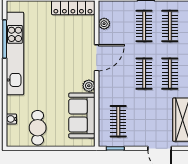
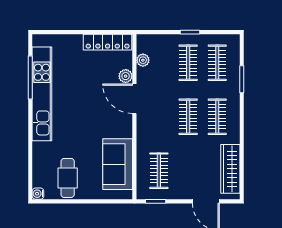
door: (97, 58) -> (134, 99), swing flipped
plant: (89, 86) -> (126, 76), moved
water cooler: (11, 119) -> (38, 194), moved

